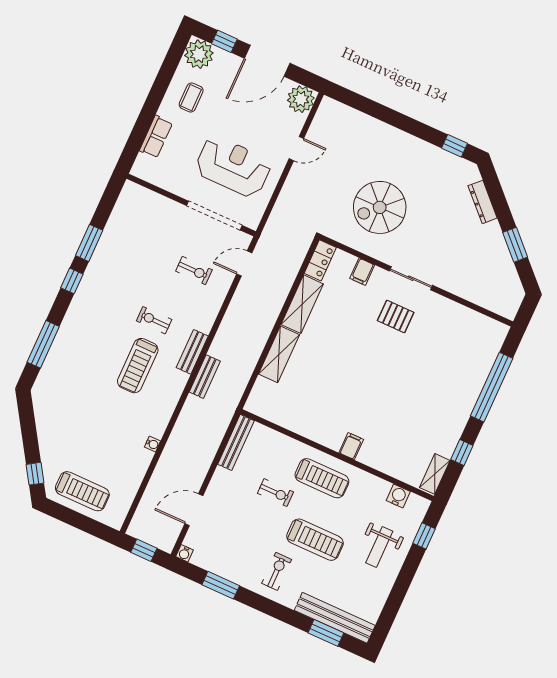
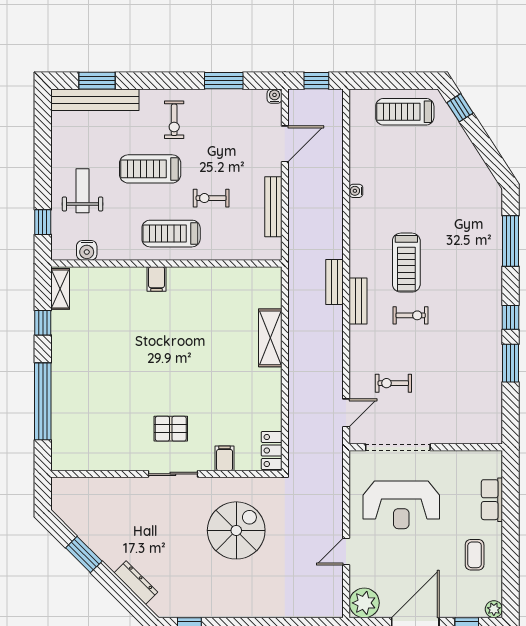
plant: (199, 54) -> (494, 609), width x0.53, depth x0.53
shelving: (302, 304) -> (270, 399), removed
treadmill: (138, 366) -> (406, 263), turned 180
bench: (236, 442) -> (273, 207), moved

